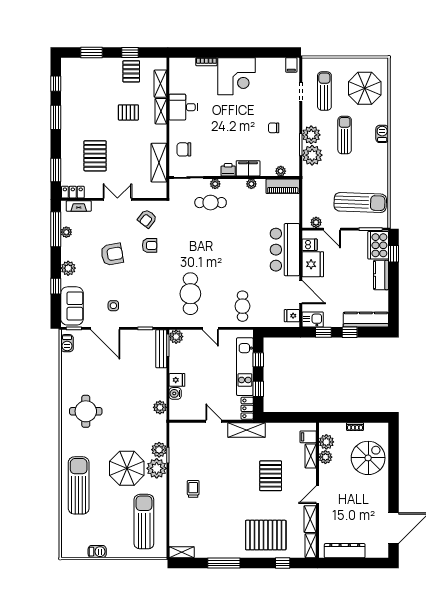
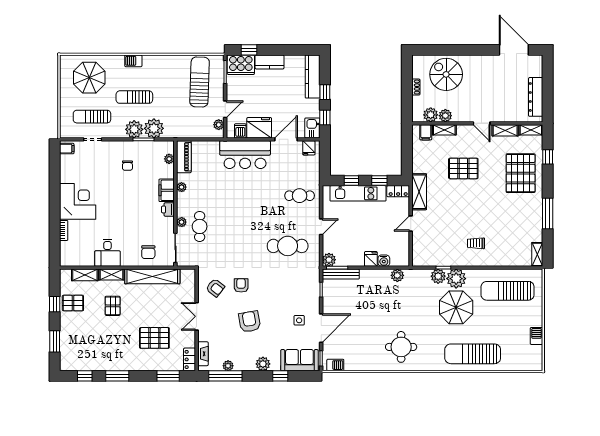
shelving: (159, 163) -> (152, 276), width x1.47

